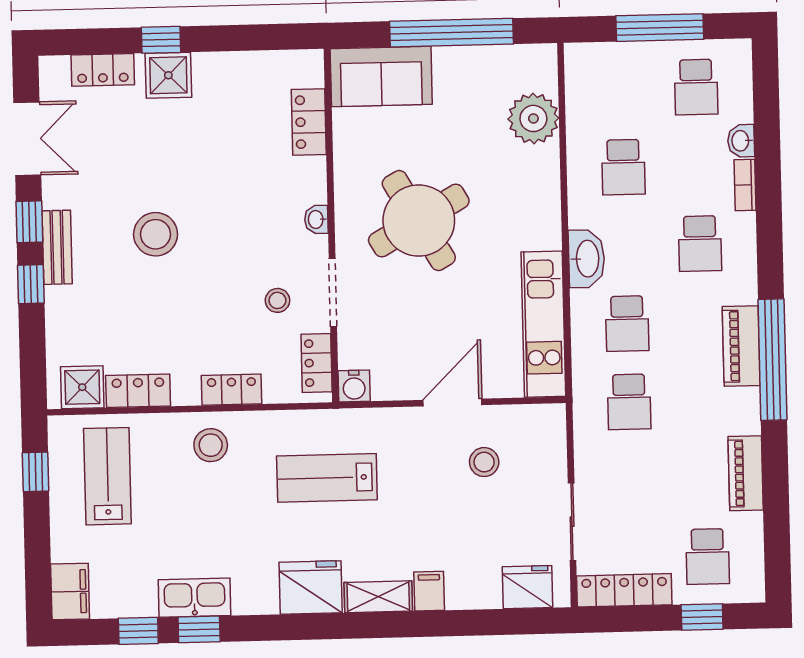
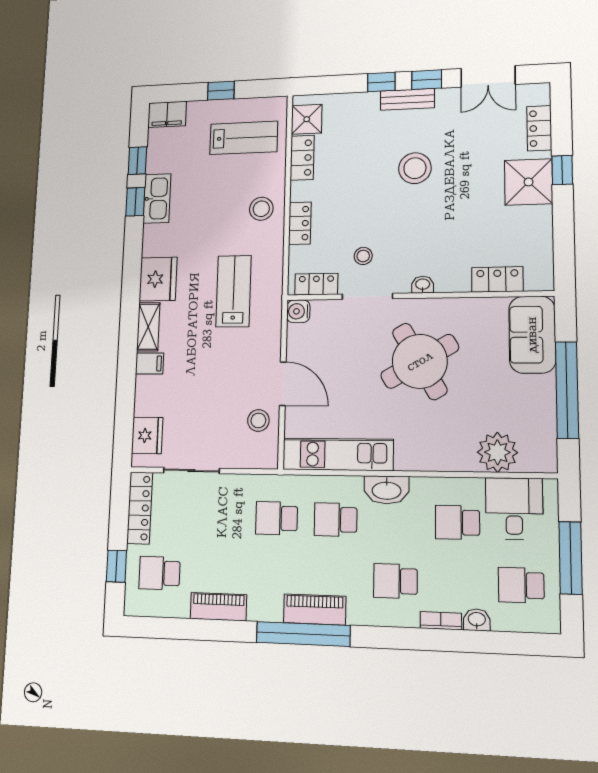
shower: (168, 75) -> (529, 182), width x1.36, depth x1.36
desk: (603, 97) -> (514, 508), added
stool: (484, 462) -> (258, 420), moved
window: (35, 472) -> (221, 91), moved

